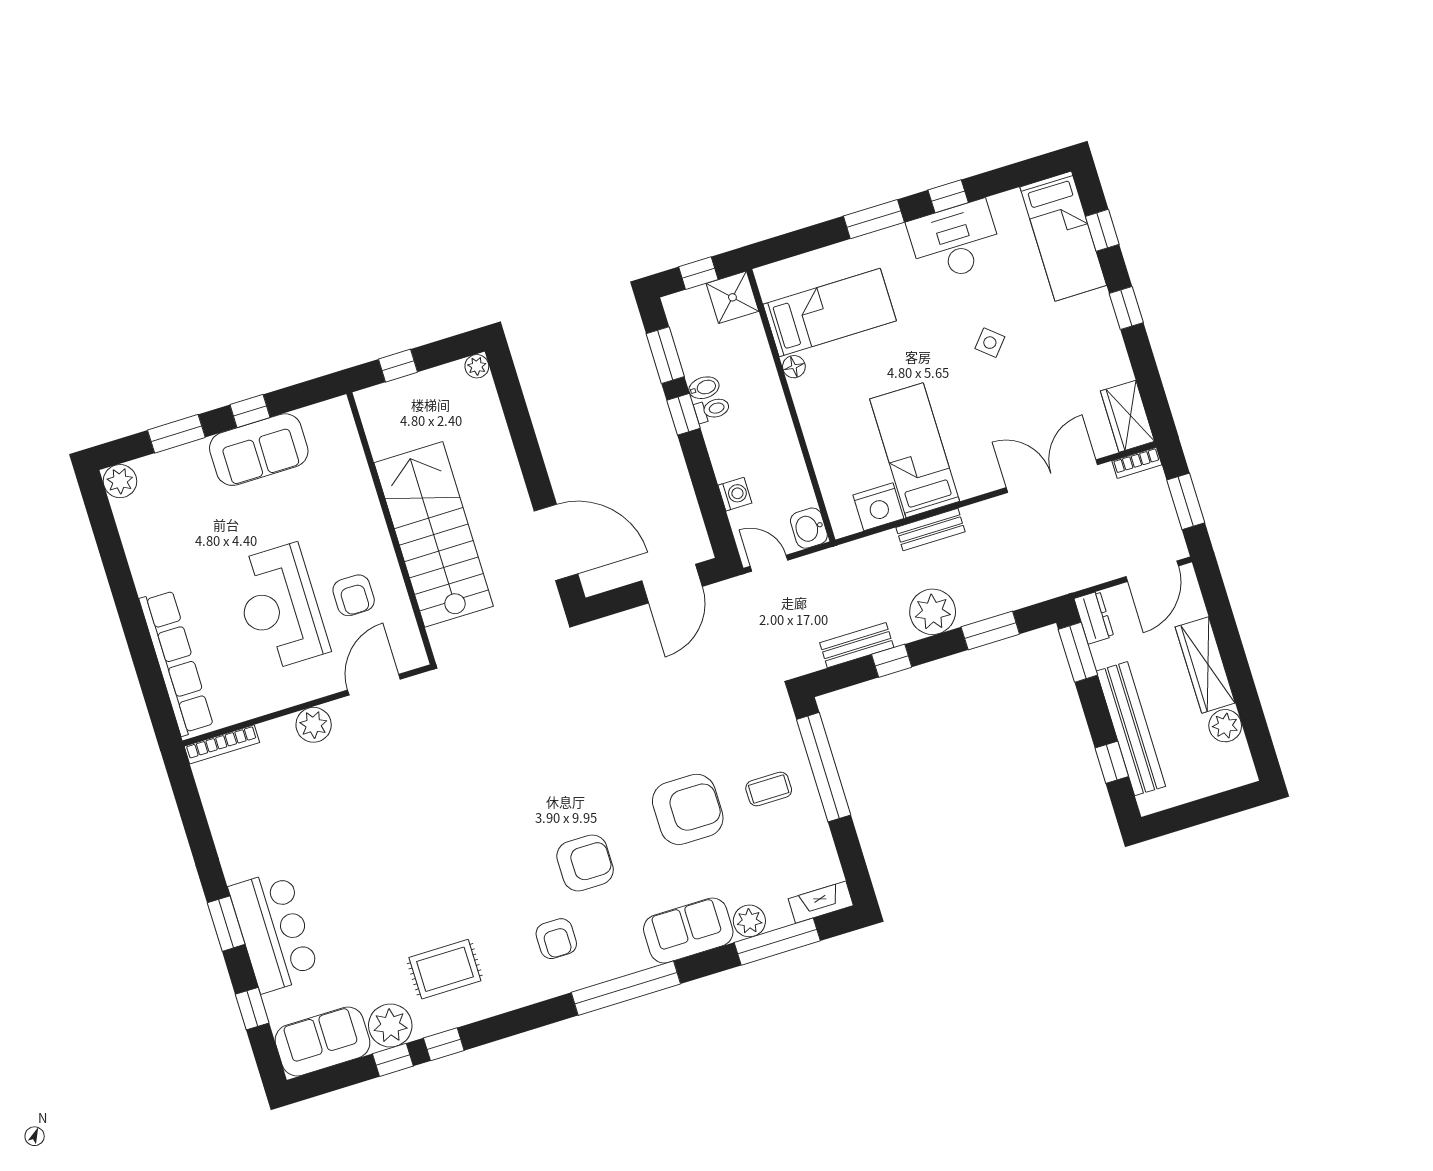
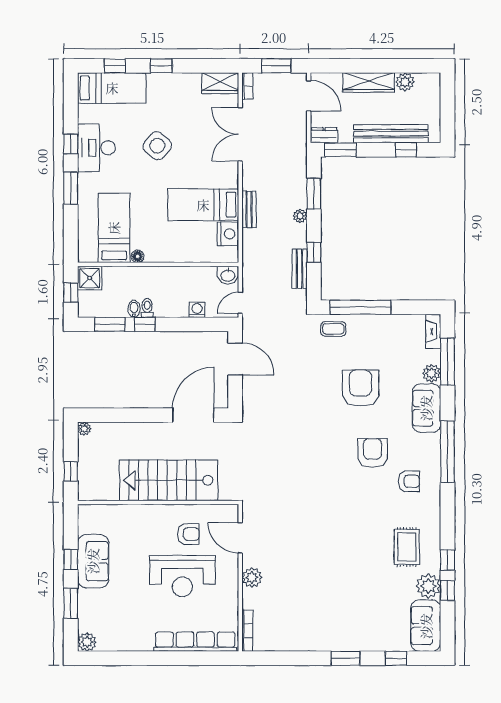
side table: (990, 343) -> (157, 146), width x1.87, depth x1.87
plant: (933, 612) -> (300, 216), width x0.53, depth x0.53
coffee table: (769, 789) -> (333, 329), moved, turned 90
bar counter: (274, 931) -> (358, 634), removed

